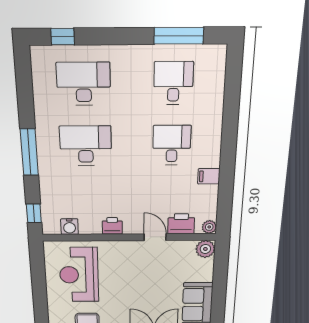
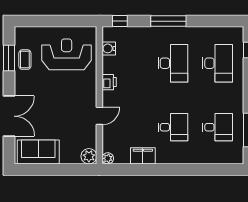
filing cabinet: (209, 176) -> (143, 156), width x2.00
printer: (181, 224) -> (111, 136), removed

